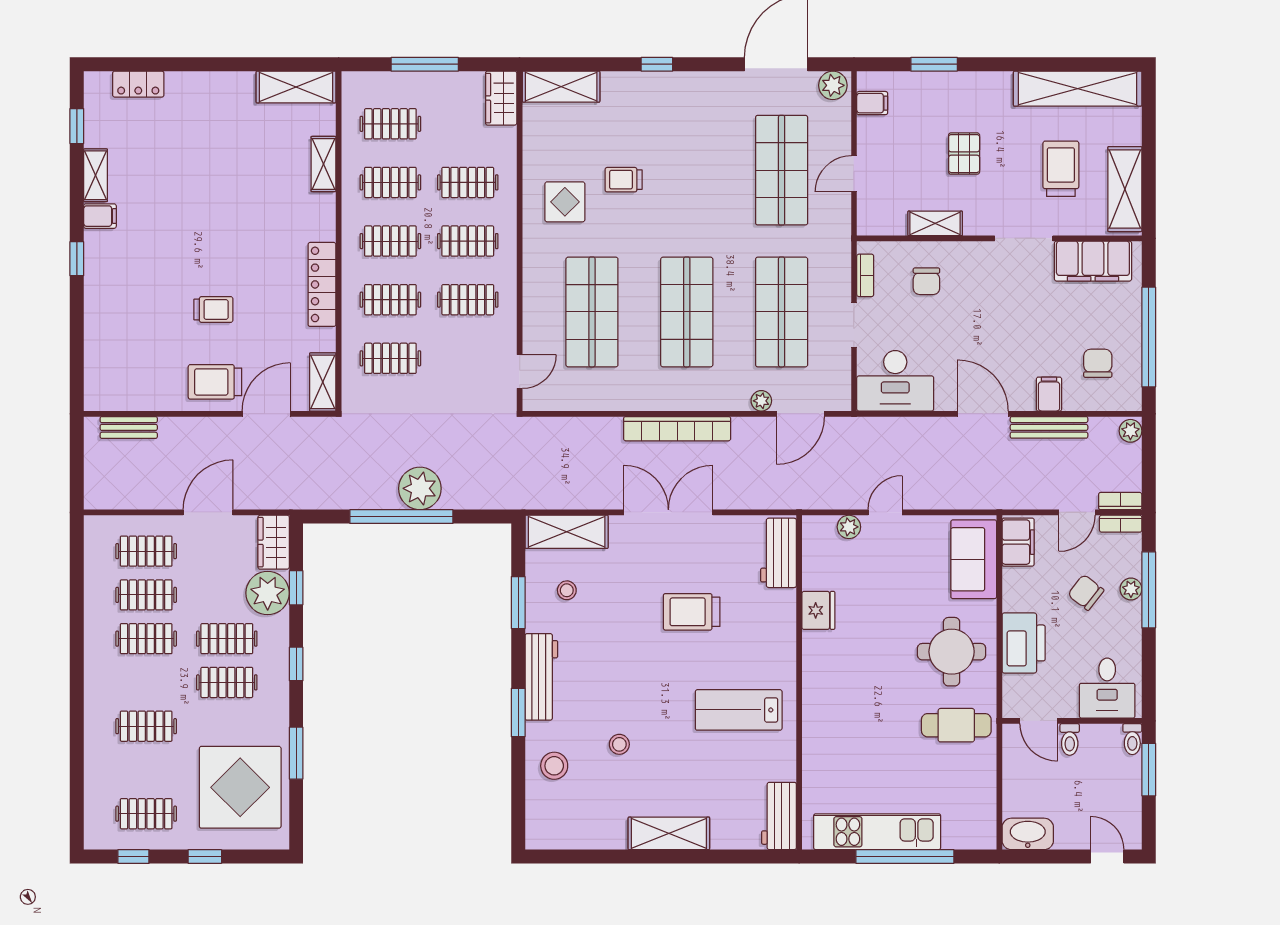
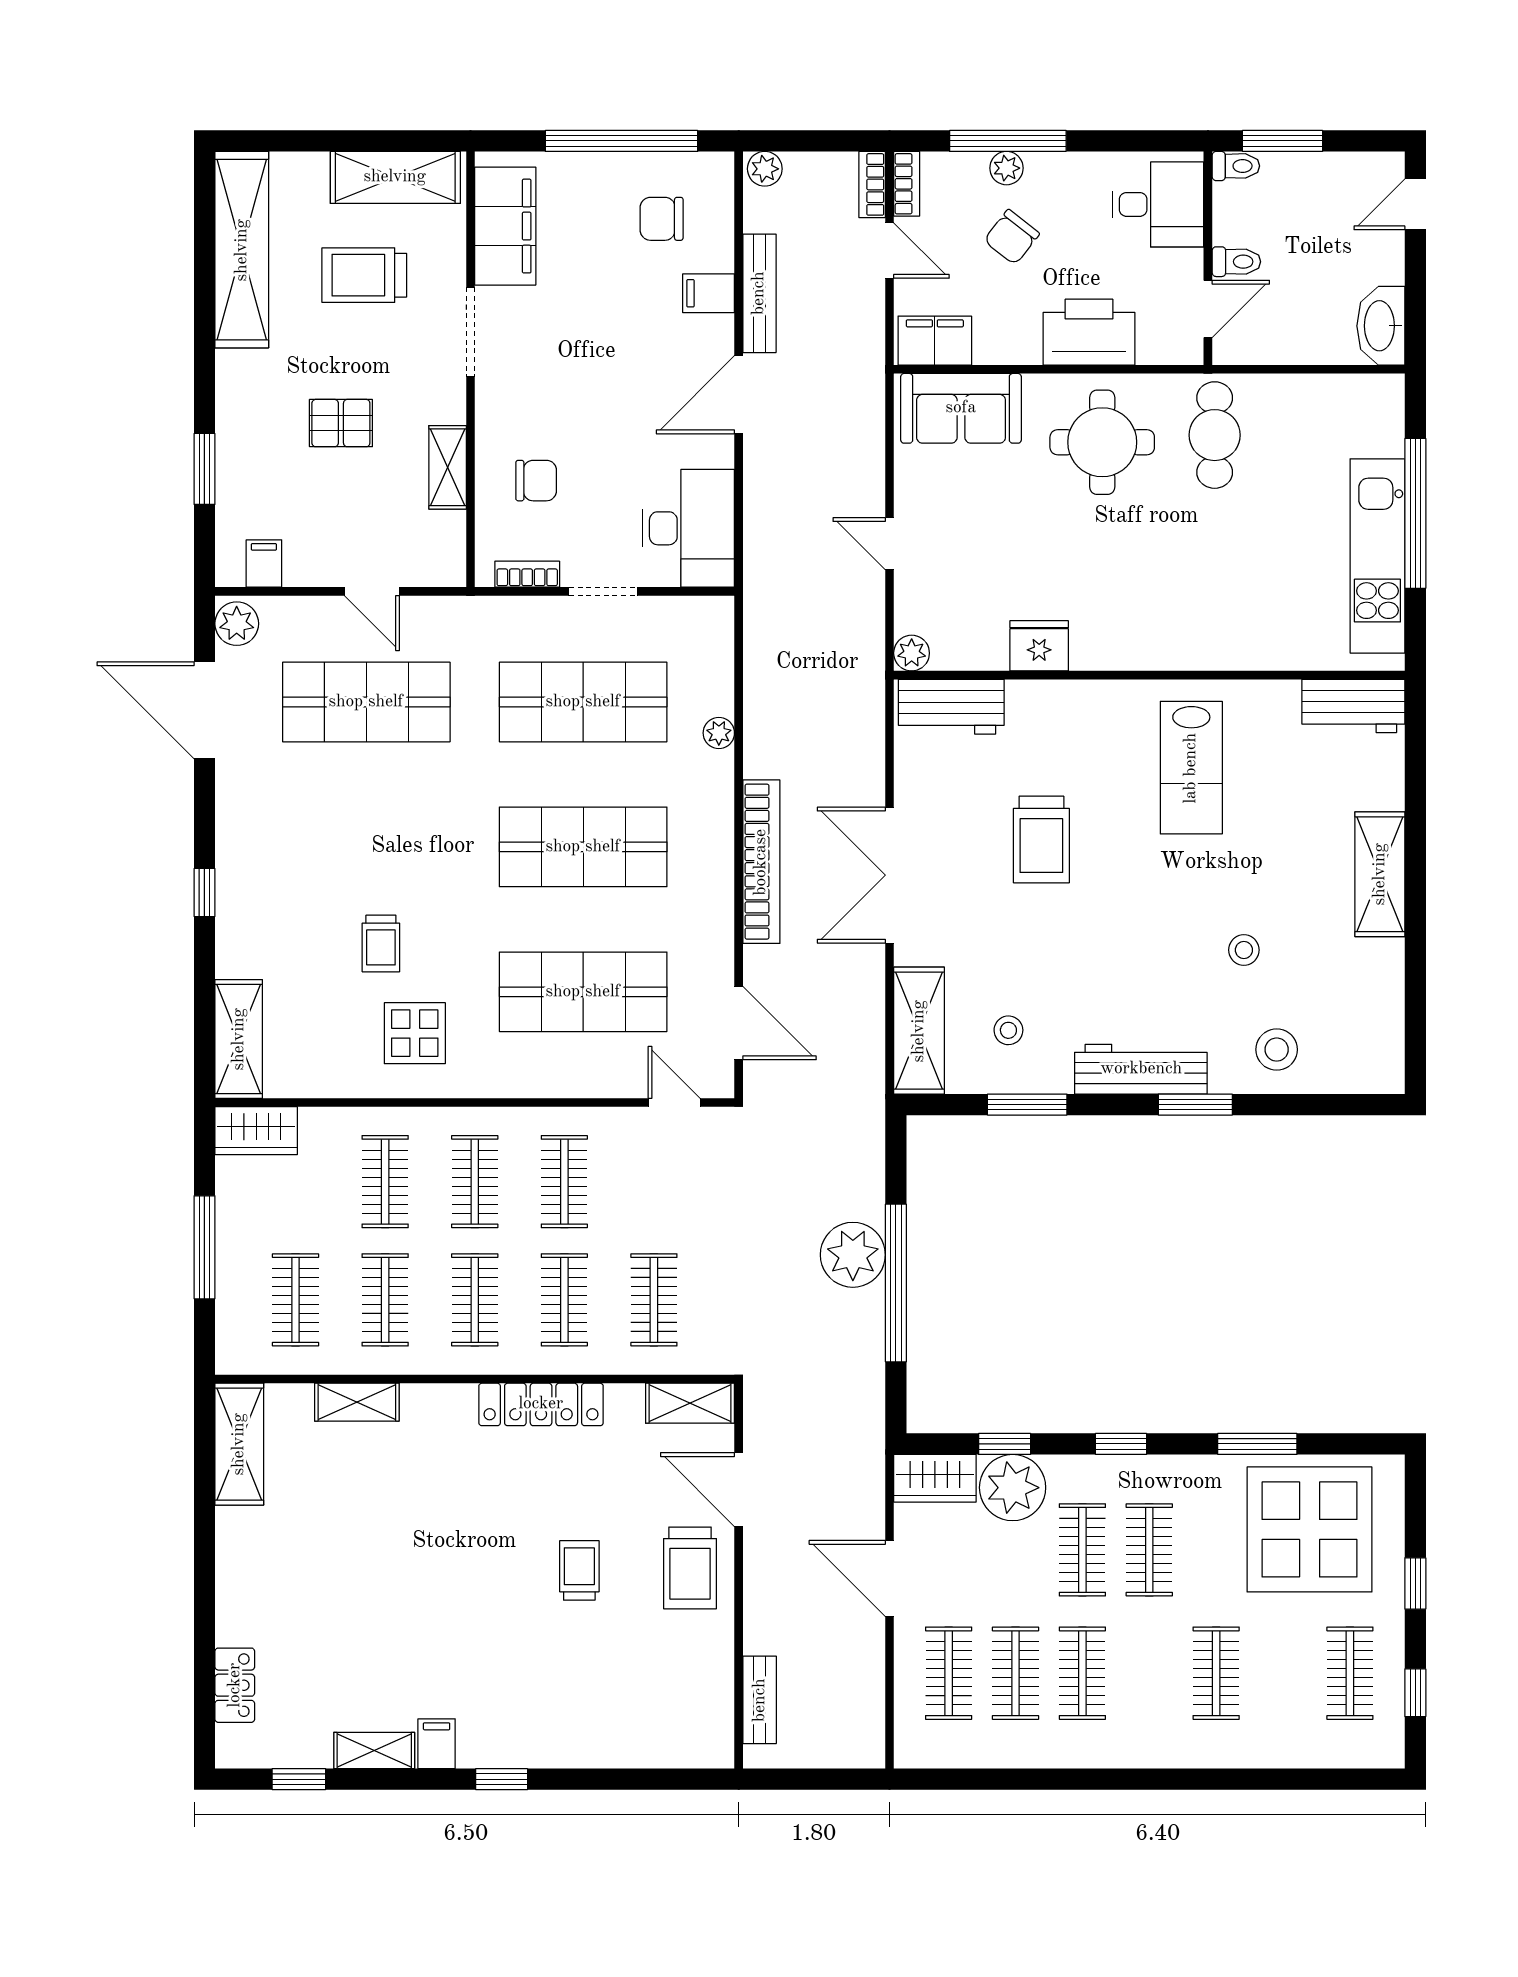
door: (800, 414) -> (739, 1023), moved
plant: (849, 527) -> (912, 653), moved

